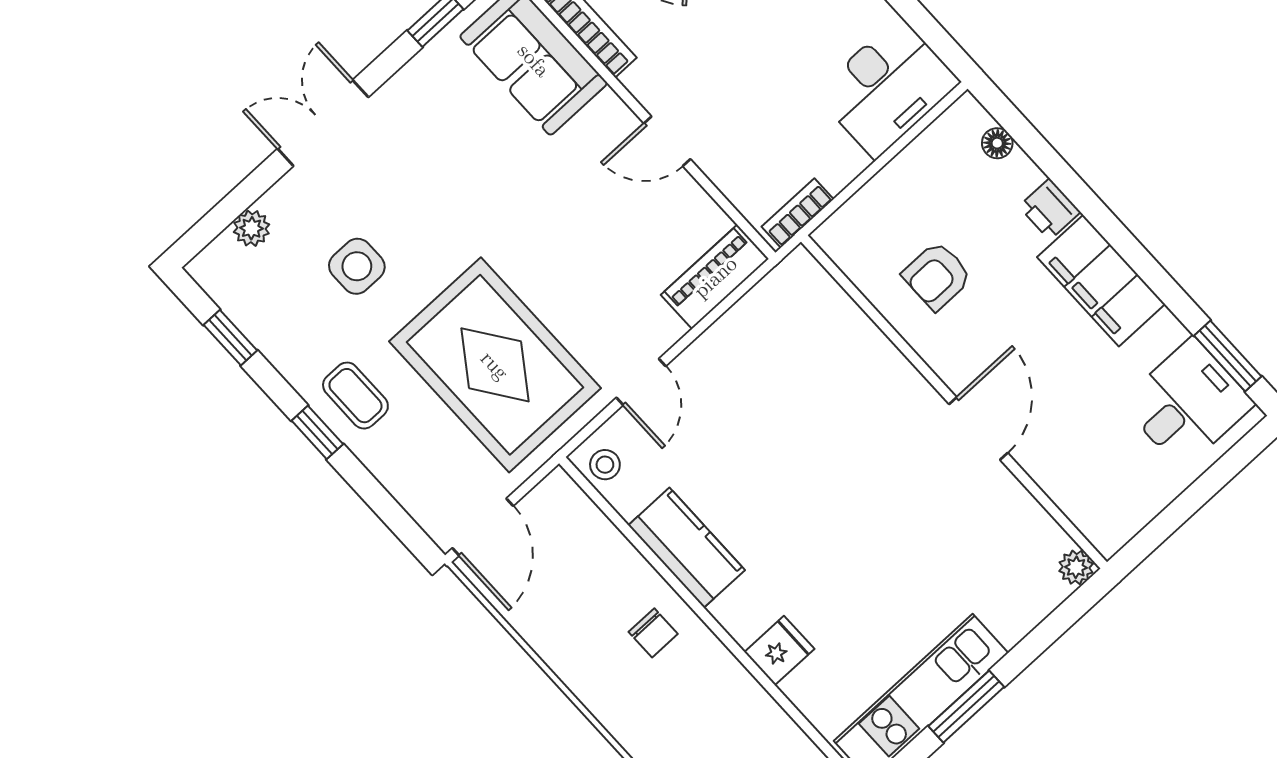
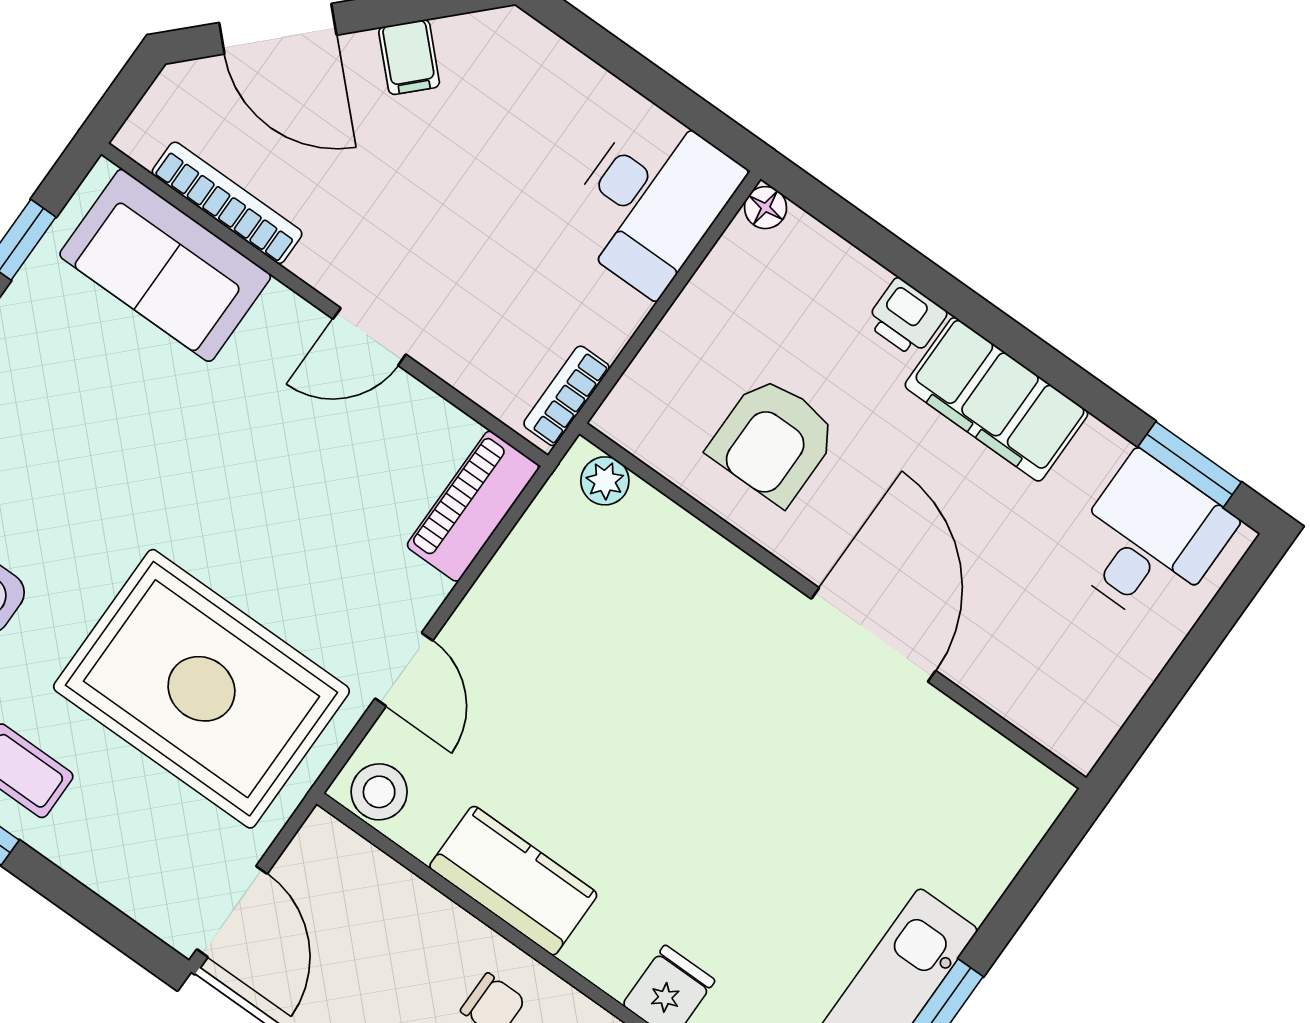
floor lamp: (997, 143) -> (766, 208), moved
armchair: (937, 276) -> (773, 440), width x1.38, depth x1.38
door: (978, 428) -> (874, 635), width x1.36
stool: (605, 465) -> (379, 792), width x1.37, depth x1.37
plant: (1076, 567) -> (605, 481), moved

